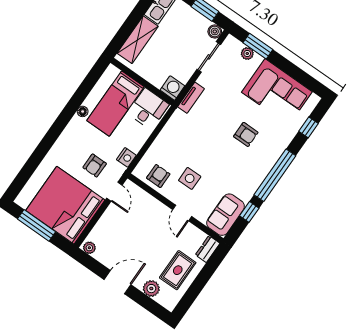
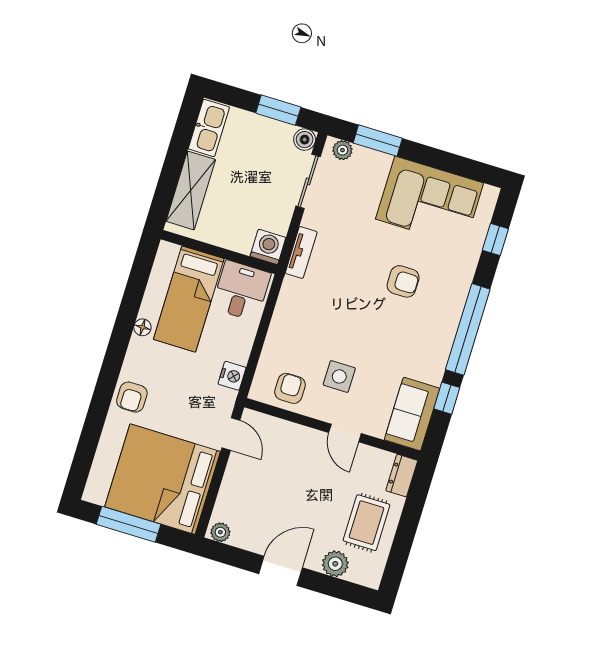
plant: (247, 54) -> (342, 150), moved
armchair: (95, 166) -> (132, 397), moved

